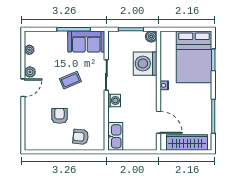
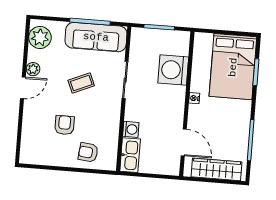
boiler: (151, 36) -> (183, 38), removed
sofa: (86, 42) -> (96, 37), width x1.36
plant: (29, 50) -> (40, 37), width x1.88, depth x1.88
washing machine: (114, 100) -> (131, 129), moved

